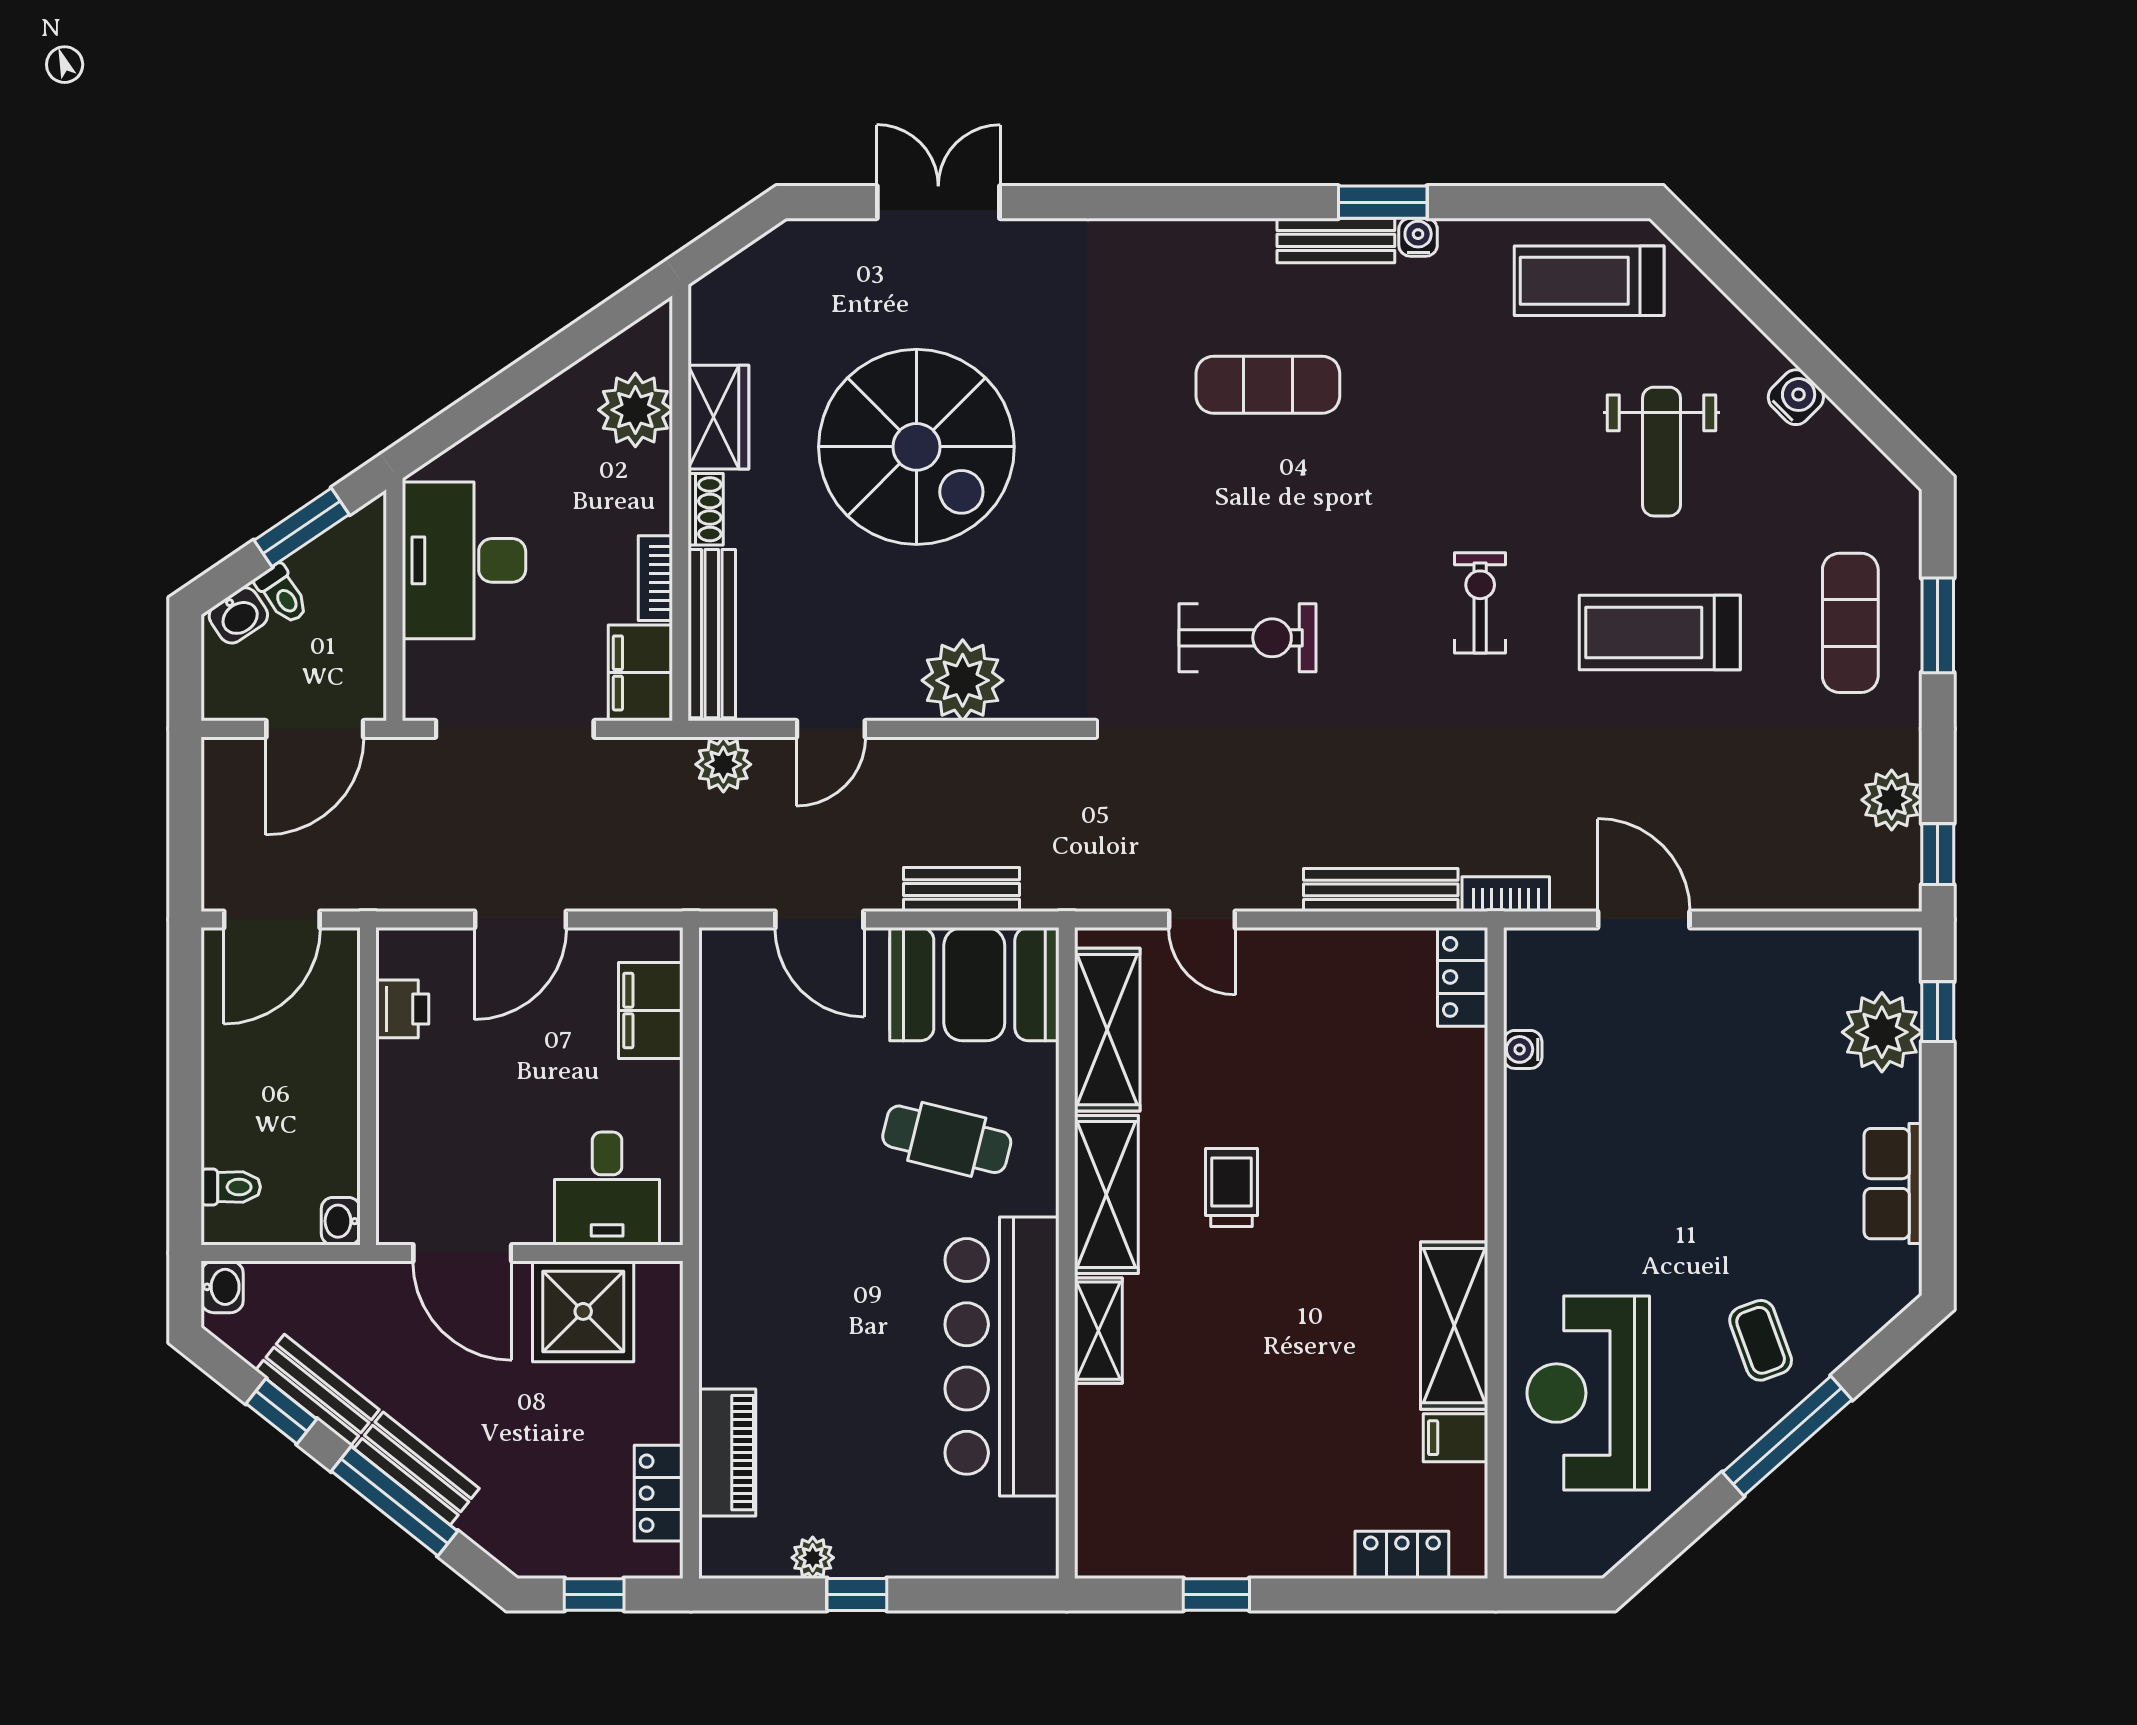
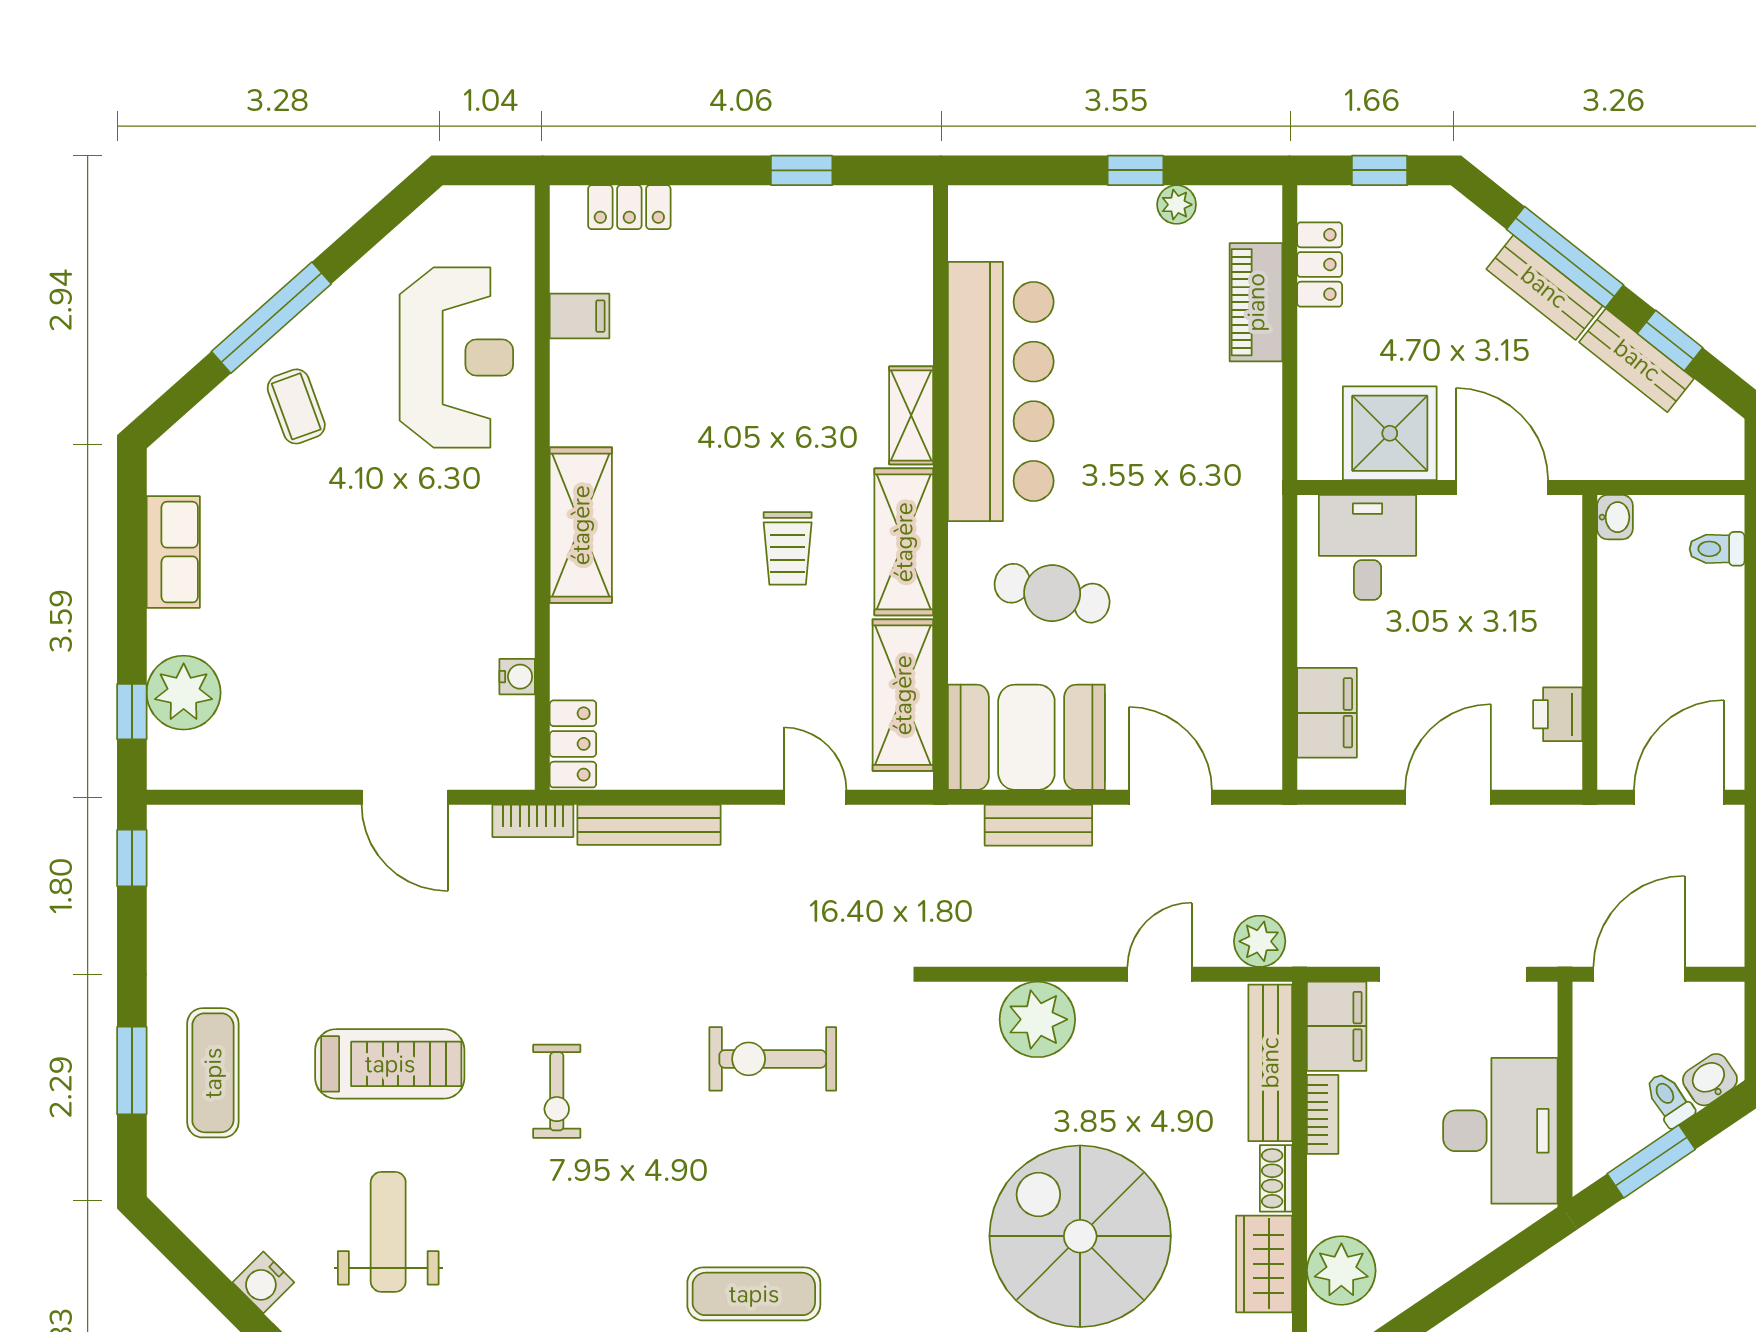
plant: (1892, 800) -> (175, 908), removed
washbasin: (222, 1287) -> (1725, 456), removed
shelving: (1454, 1326) -> (581, 525), moved

